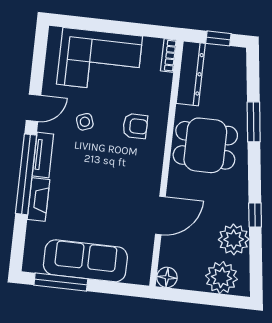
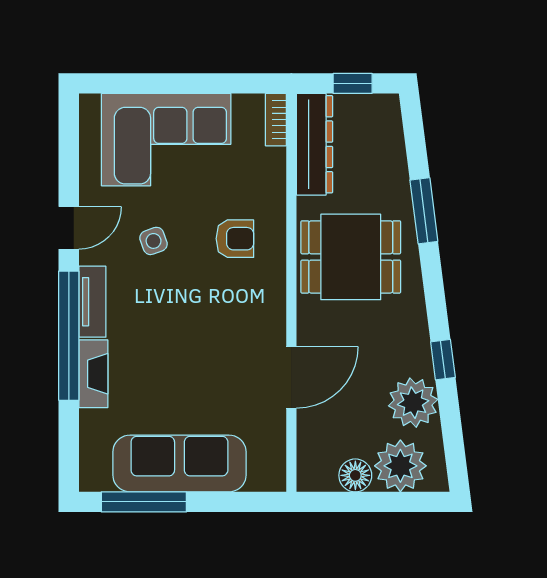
floor lamp: (167, 277) -> (355, 475), moved

